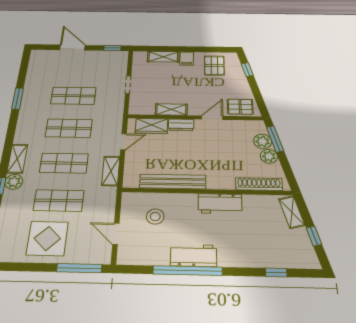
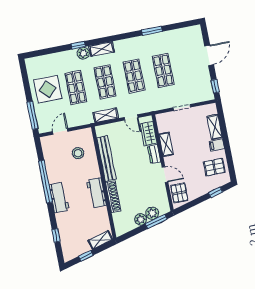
shoe rack: (259, 184) -> (113, 197), moved
workbench: (194, 255) -> (59, 197), moved

